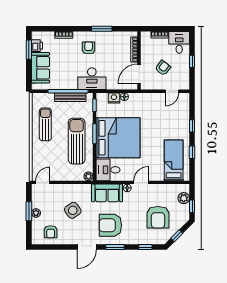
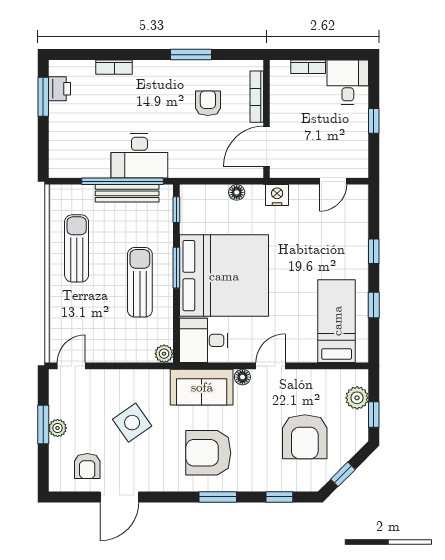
armchair: (89, 48) -> (208, 103), moved
sofa: (40, 68) -> (67, 134), removed
armchair: (163, 68) -> (315, 134), removed
desk: (92, 79) -> (139, 156), moved
nightstand: (114, 98) -> (277, 195), moved
sun lounger: (77, 141) -> (140, 282), width x0.73, depth x0.75
door: (87, 247) -> (119, 497), moved

